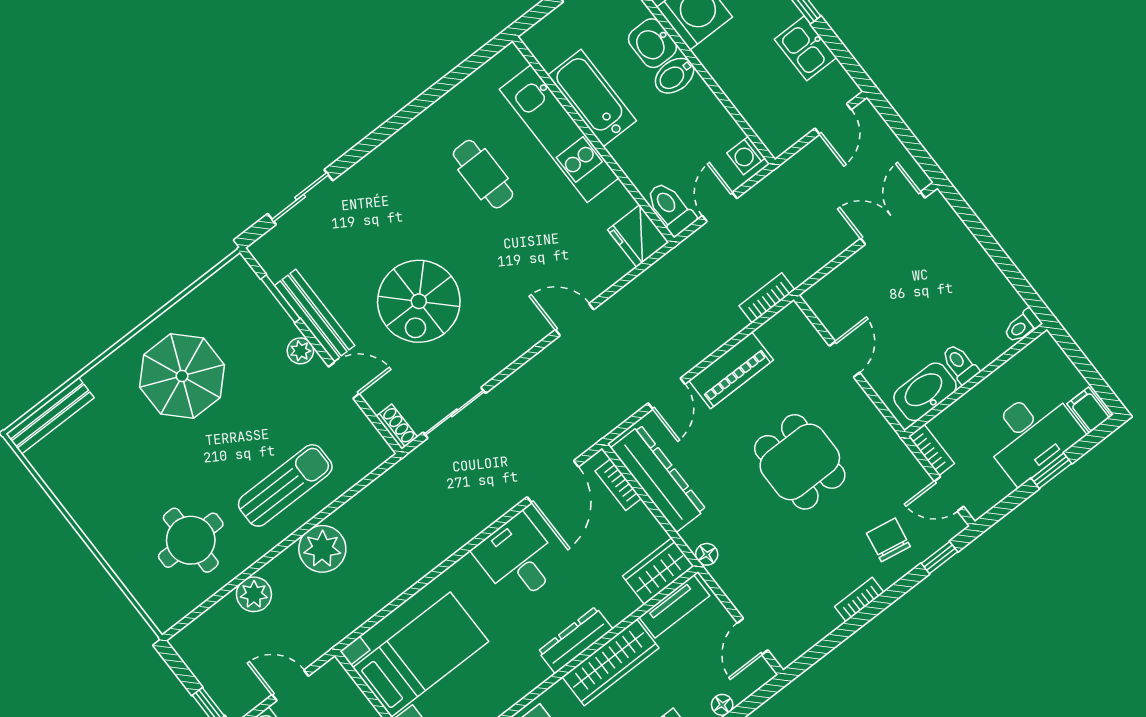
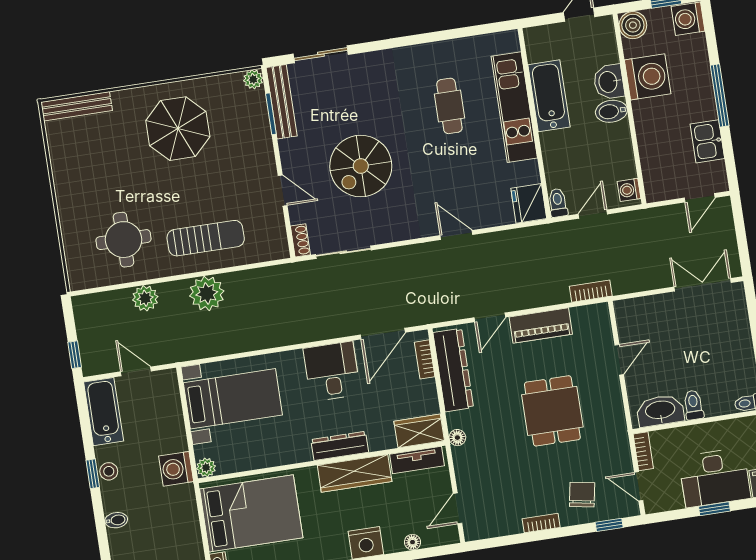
toilet: (671, 208) -> (558, 203), width x0.73, depth x0.72
bench: (315, 315) -> (282, 102), moved
plant: (300, 351) -> (253, 79), moved

